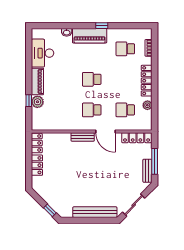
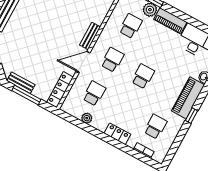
locker: (147, 81) -> (117, 134), width x0.66
school desk: (58, 110) -> (131, 26), added

